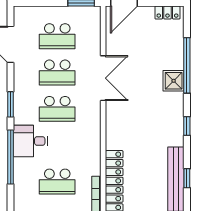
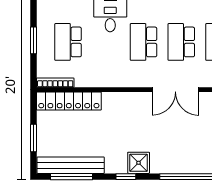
shower: (174, 81) -> (139, 163), moved
window: (187, 178) -> (72, 177), width x2.17

